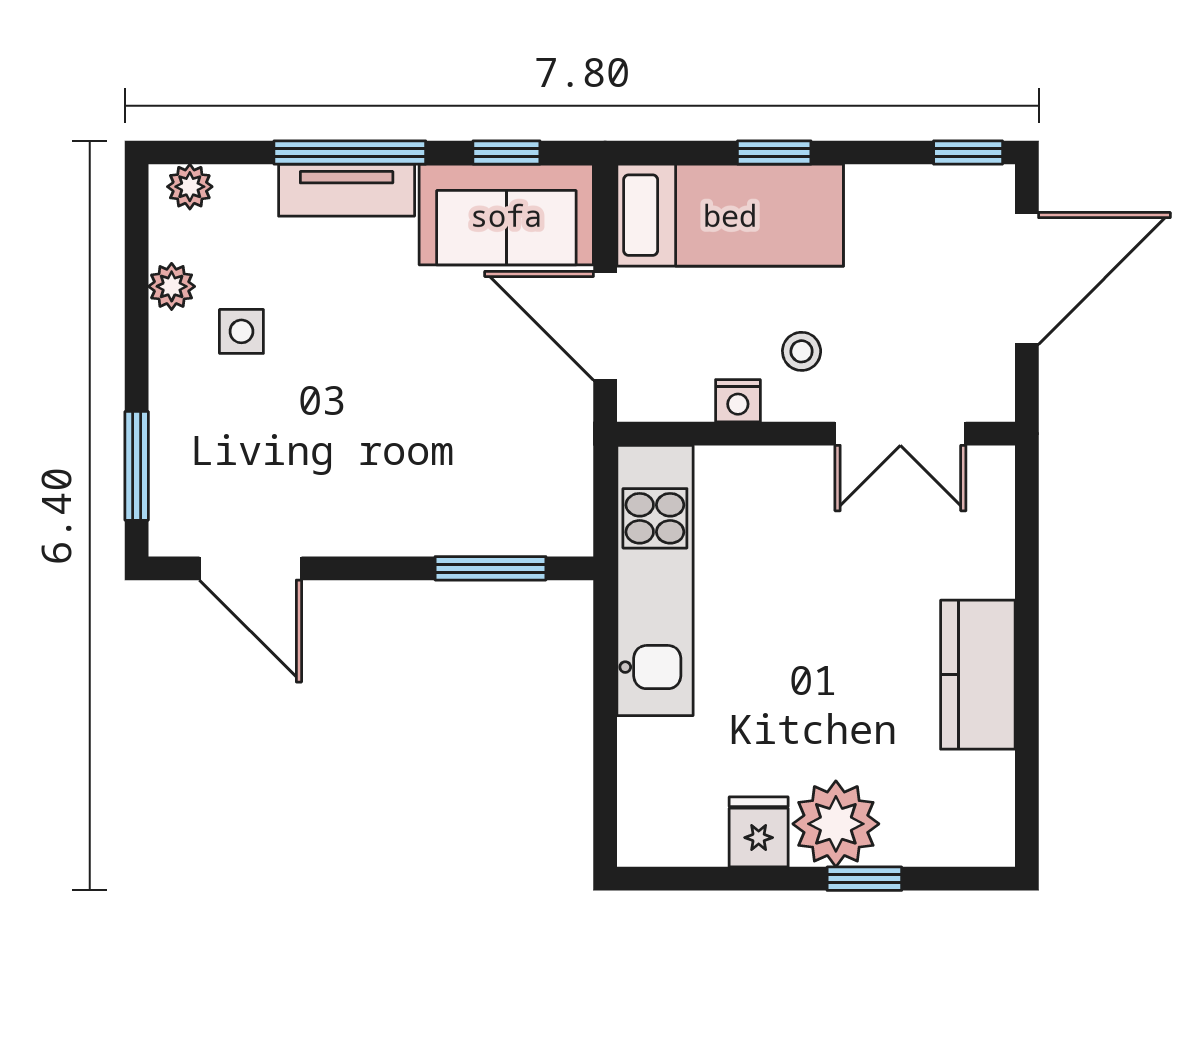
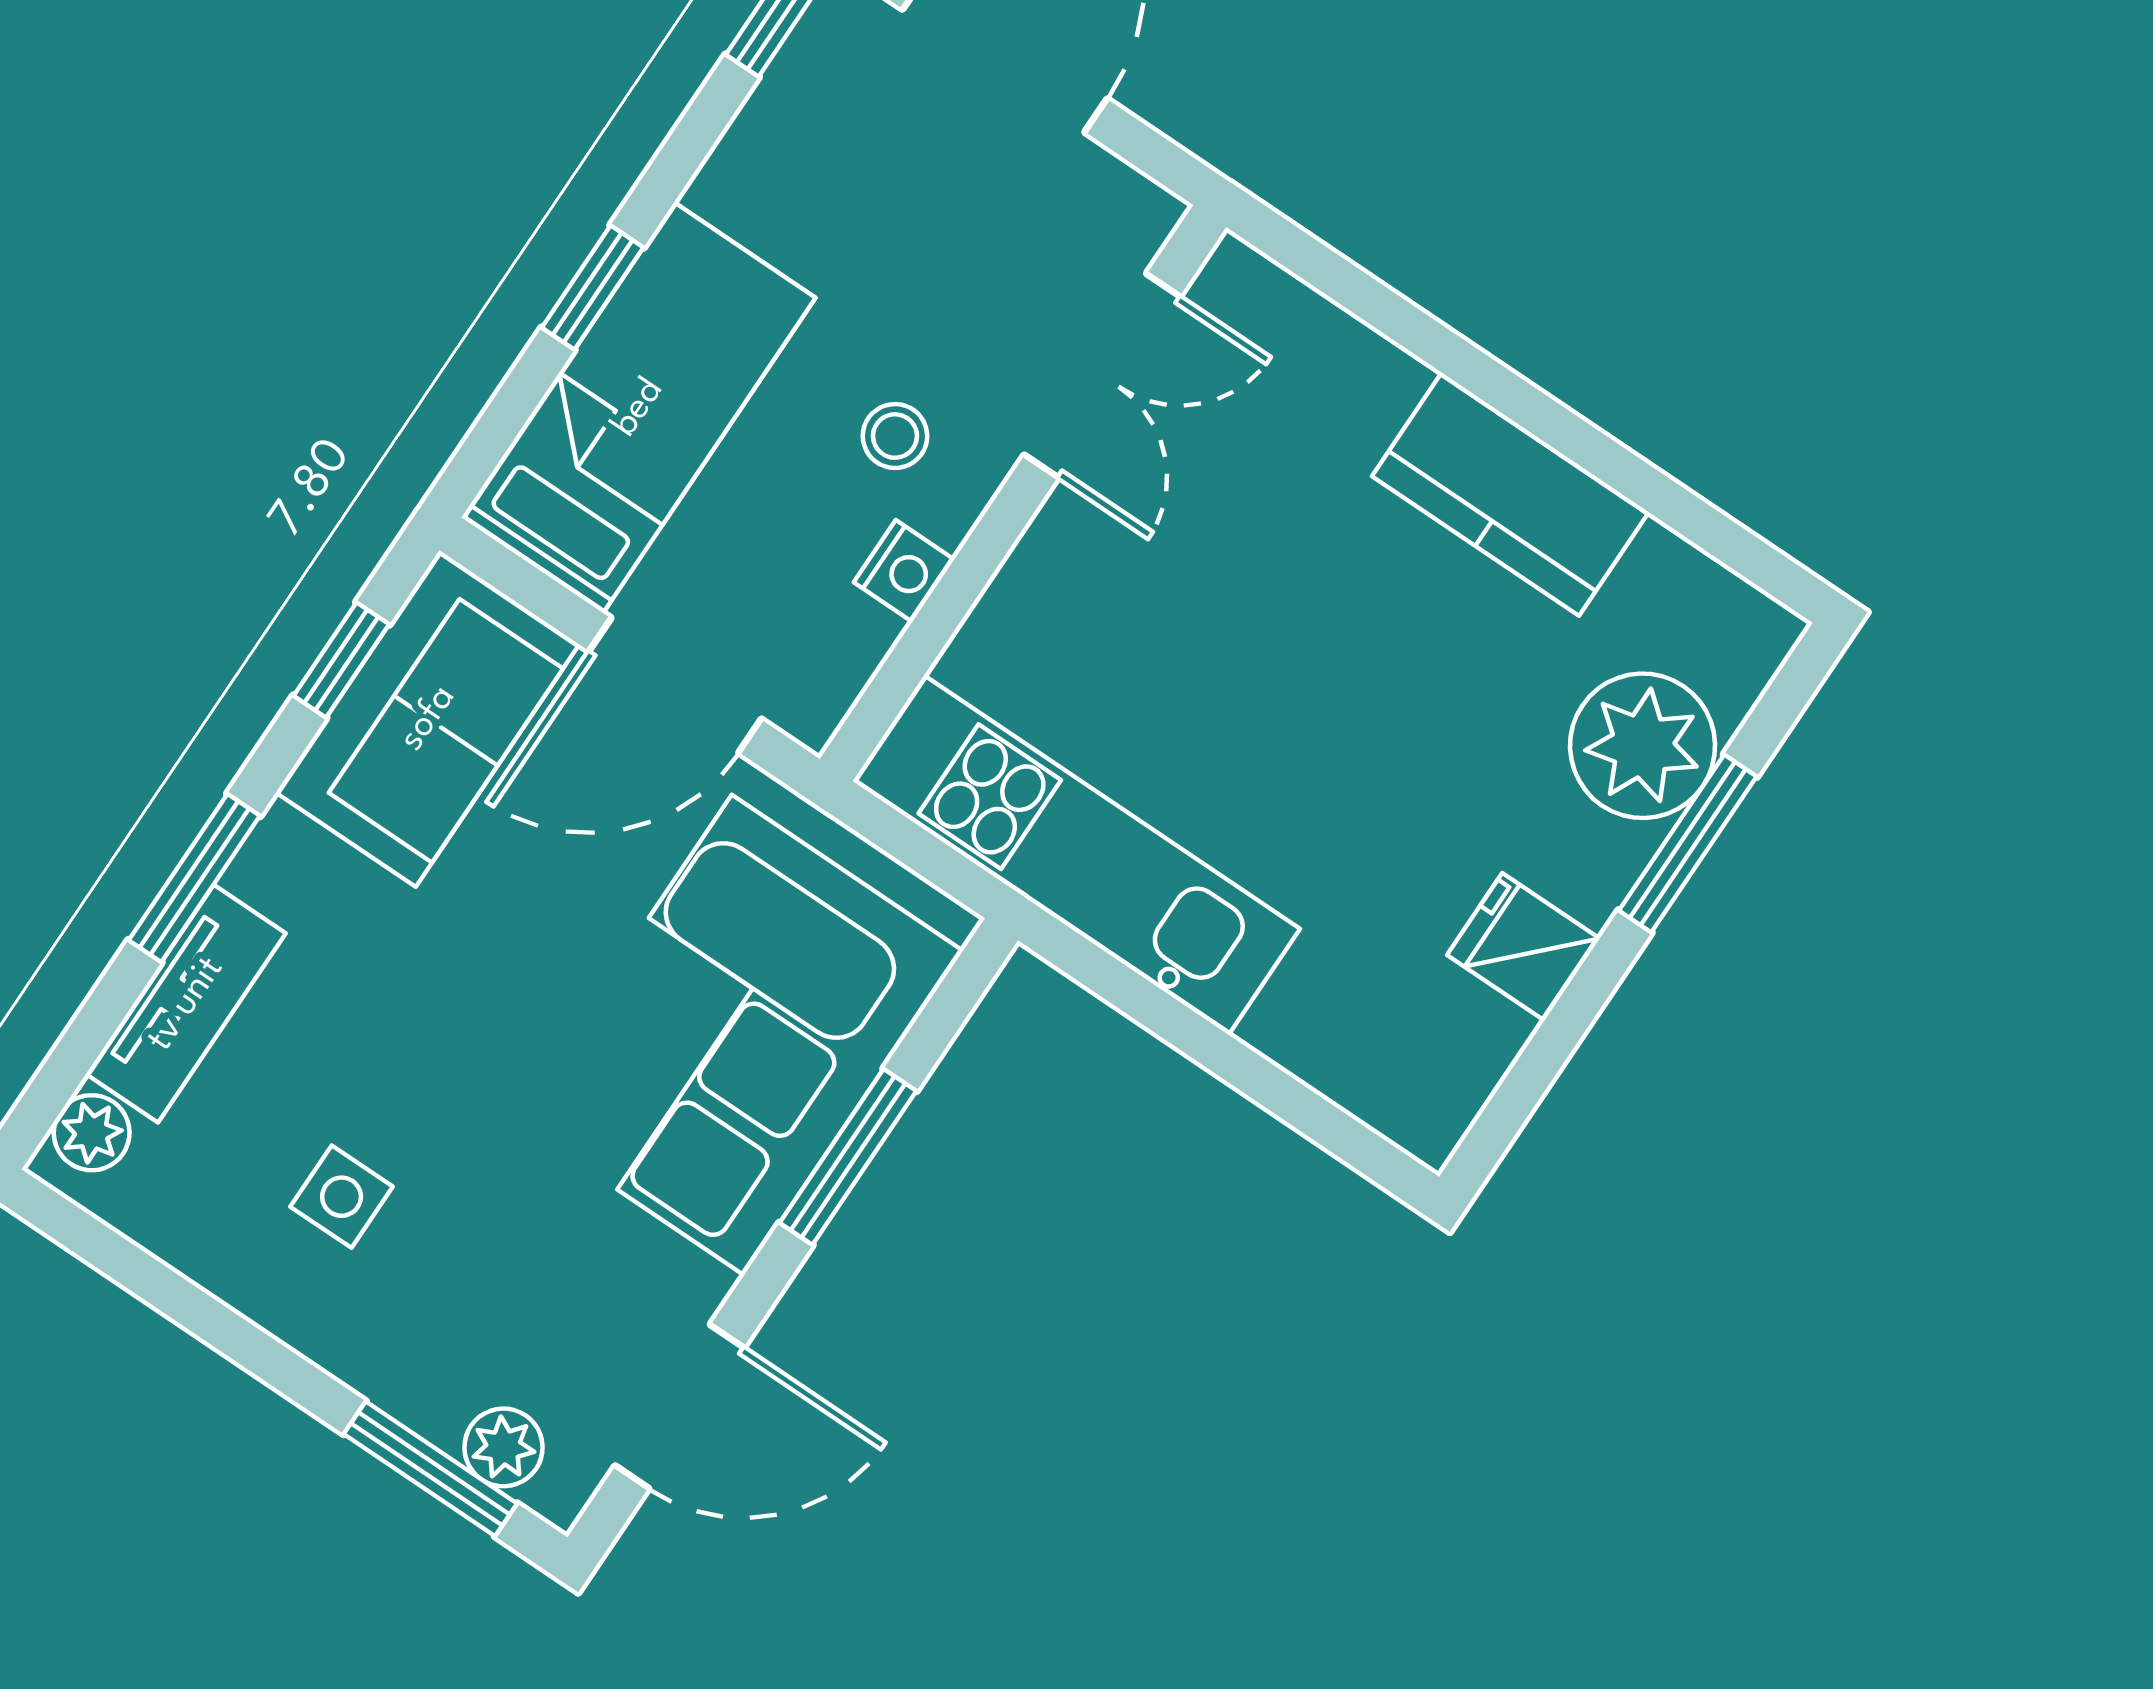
window: (350, 152) -> (194, 878), width x0.69
tv unit: (347, 190) -> (186, 1004), moved
plant: (172, 286) -> (503, 1447), moved
corner sofa: (453, 473) -> (738, 1035), added
window: (490, 568) -> (848, 1157), moved
plant: (836, 824) -> (1643, 746), moved
window: (864, 879) -> (1688, 844), width x1.50

